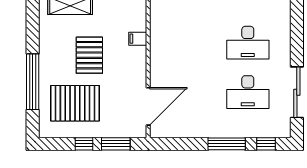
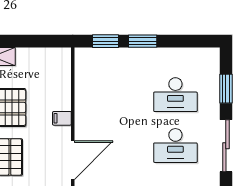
window: (297, 37) -> (226, 89), added
filing cabinet: (138, 39) -> (62, 118), moved

